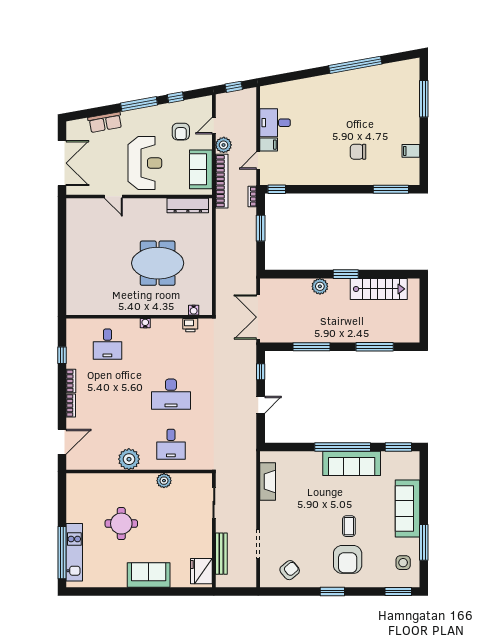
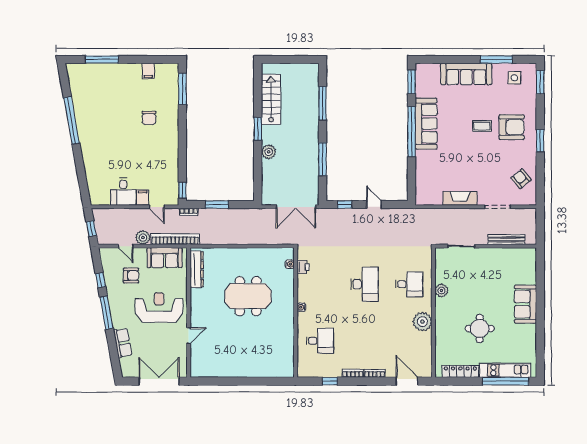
meeting table: (158, 263) -> (248, 296), turned 90
fireplace: (268, 482) -> (460, 198), moved
locker: (73, 502) -> (460, 371), added
fridge: (201, 571) -> (522, 257), removed

